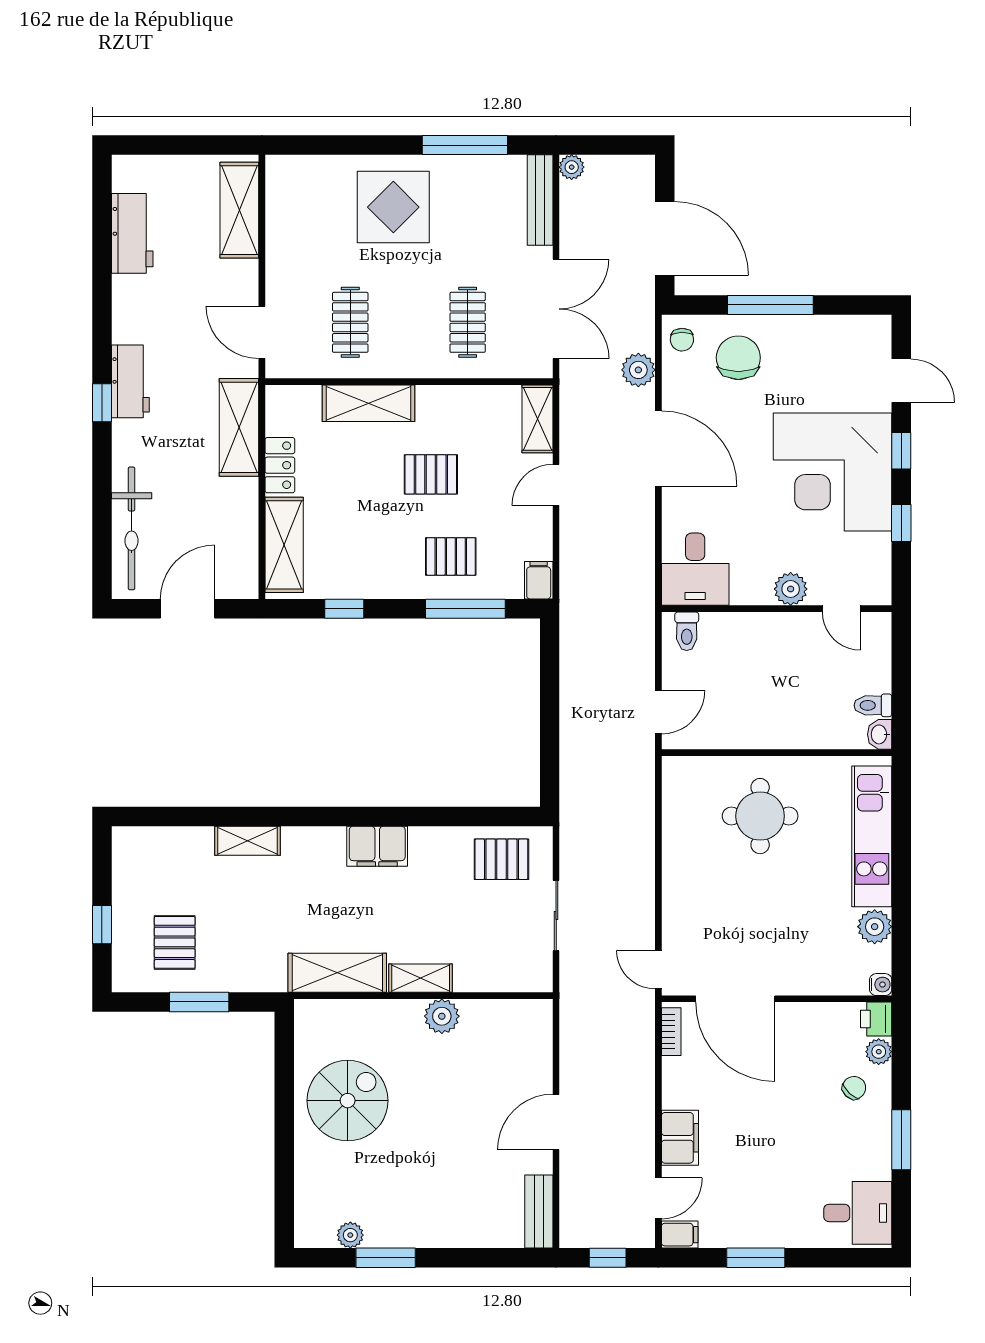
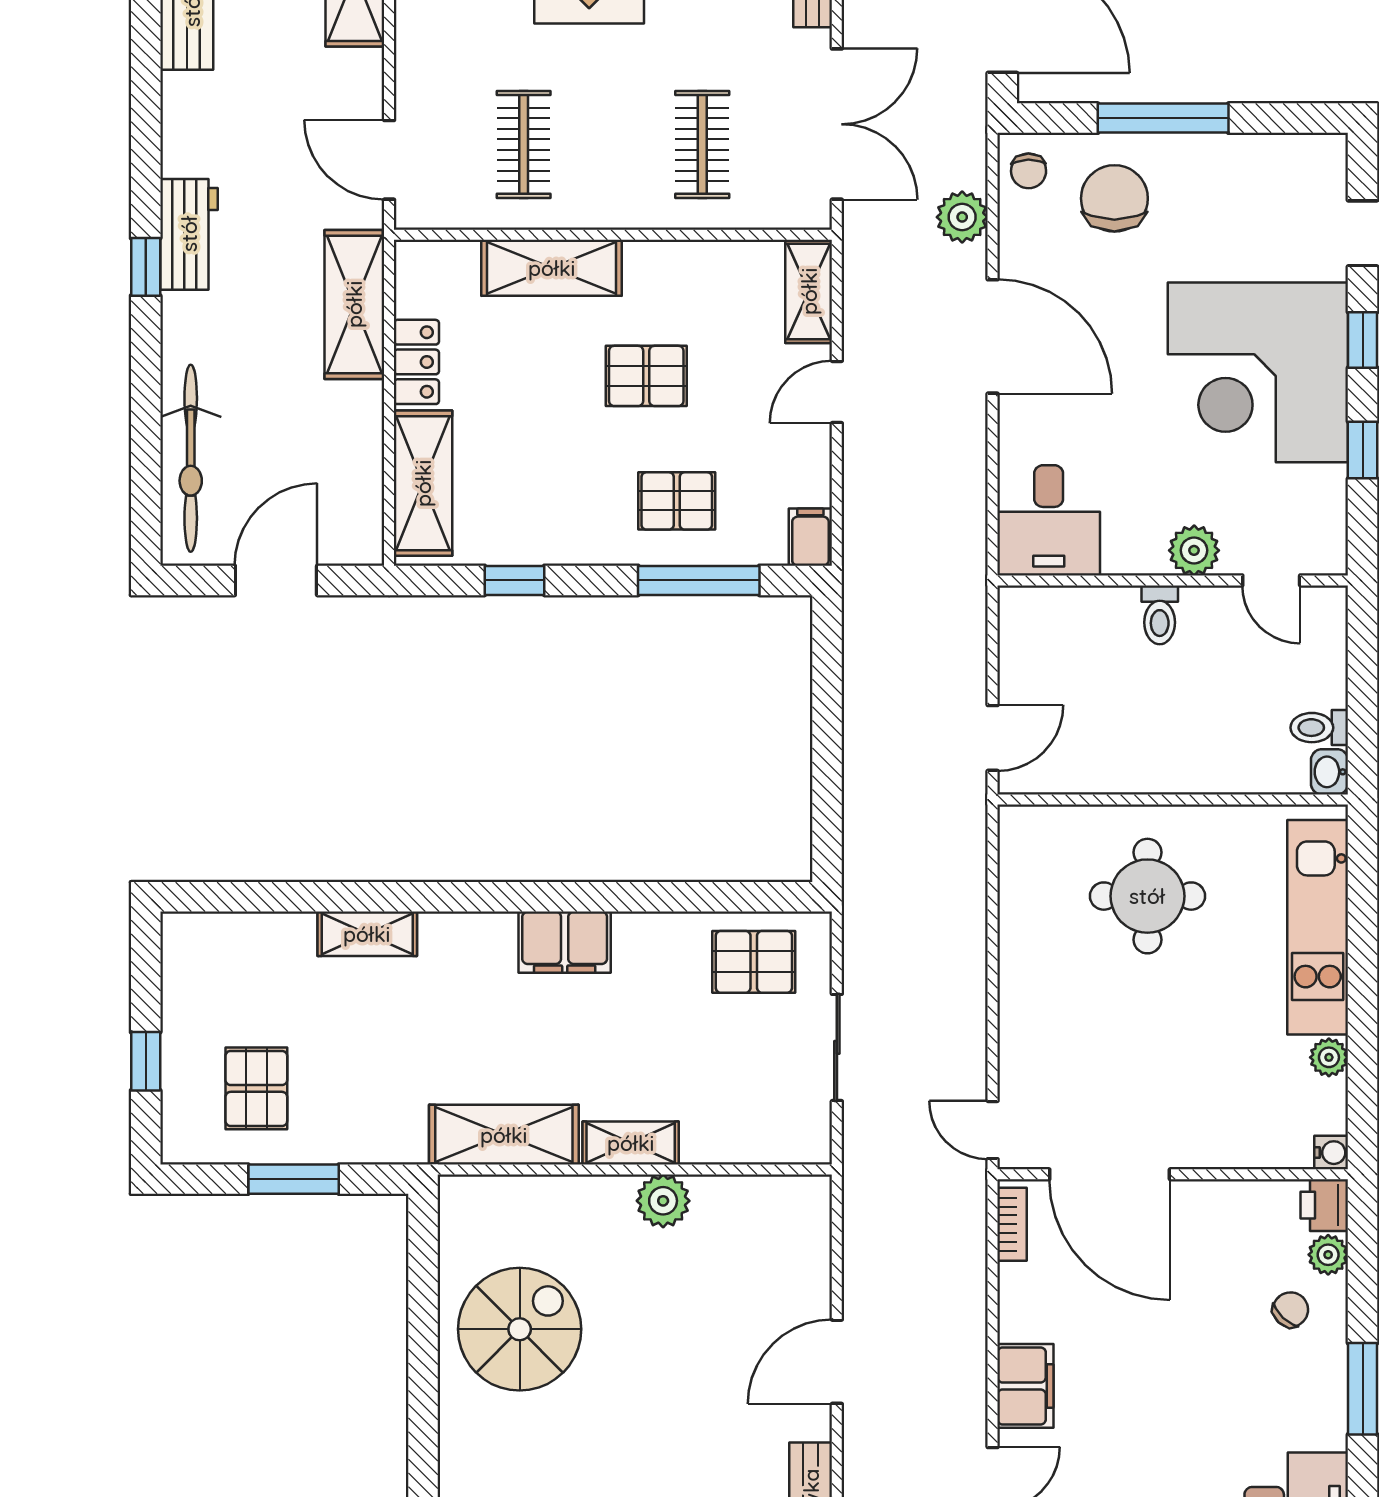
toilet: (687, 631) -> (1160, 615), moved
plant: (875, 927) -> (1329, 1057), width x0.73, depth x0.73

